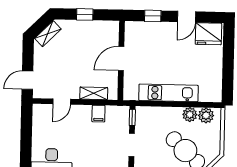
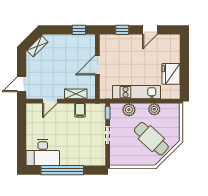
window: (85, 14) -> (79, 30), moved
fridge: (208, 34) -> (171, 74), moved, turned 90
plant: (206, 115) -> (129, 110), moved

